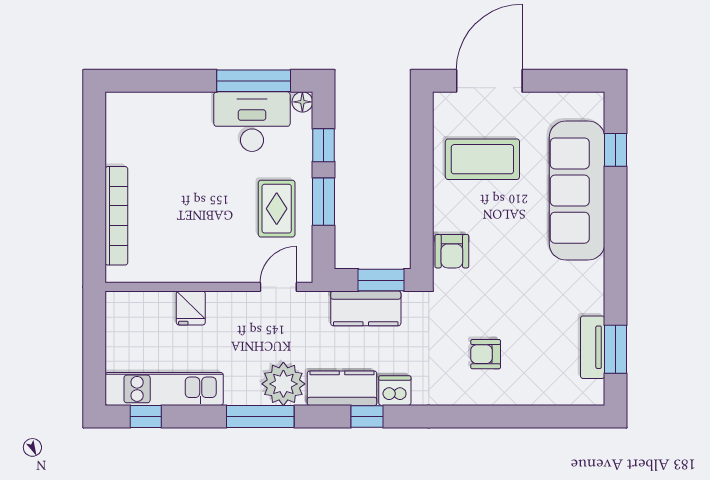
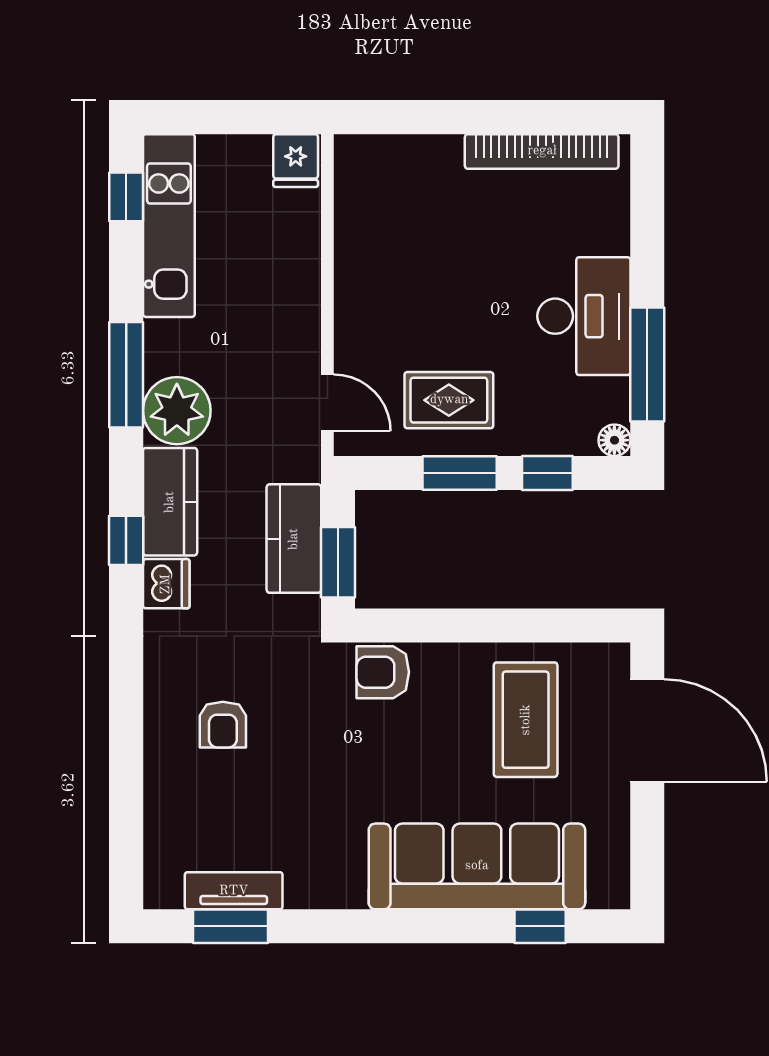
desk: (252, 122) -> (584, 316), moved
bookcase: (116, 216) -> (542, 151), moved
fridge: (191, 308) -> (296, 161), moved, turned -90
armchair: (486, 354) -> (223, 725), turned 180

